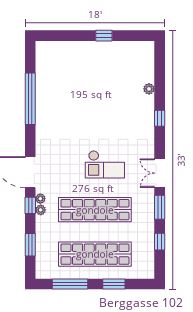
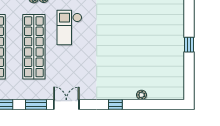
window: (104, 36) -> (189, 45), moved
checkout: (105, 164) -> (69, 28), moved

